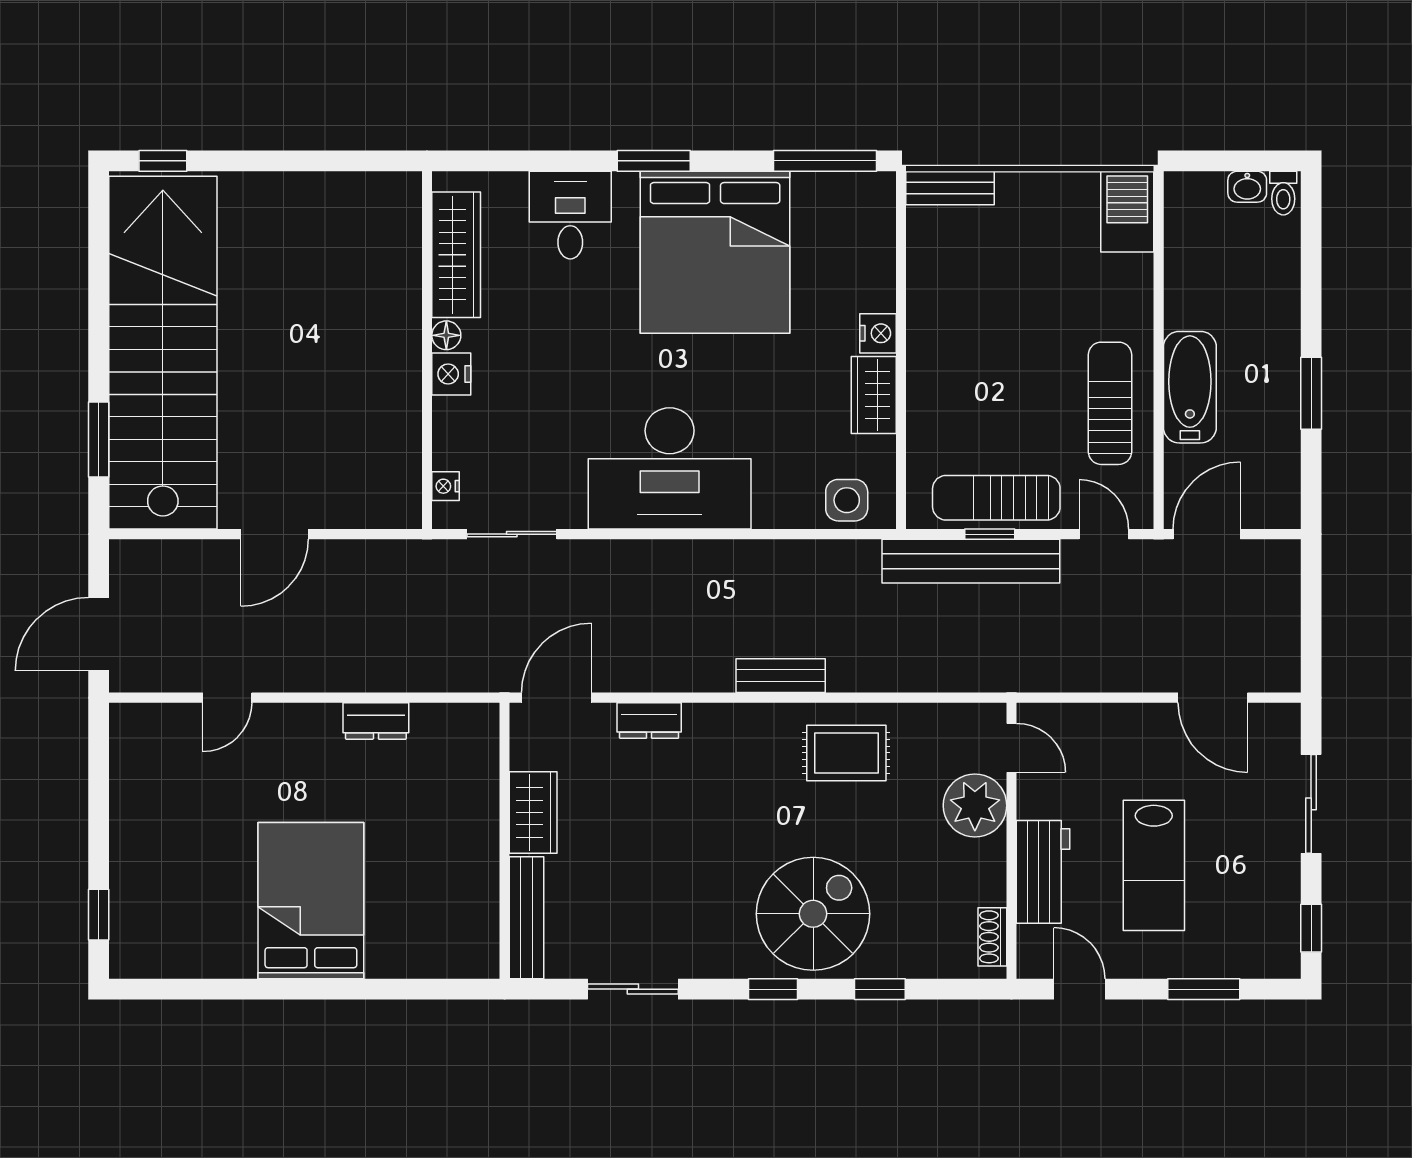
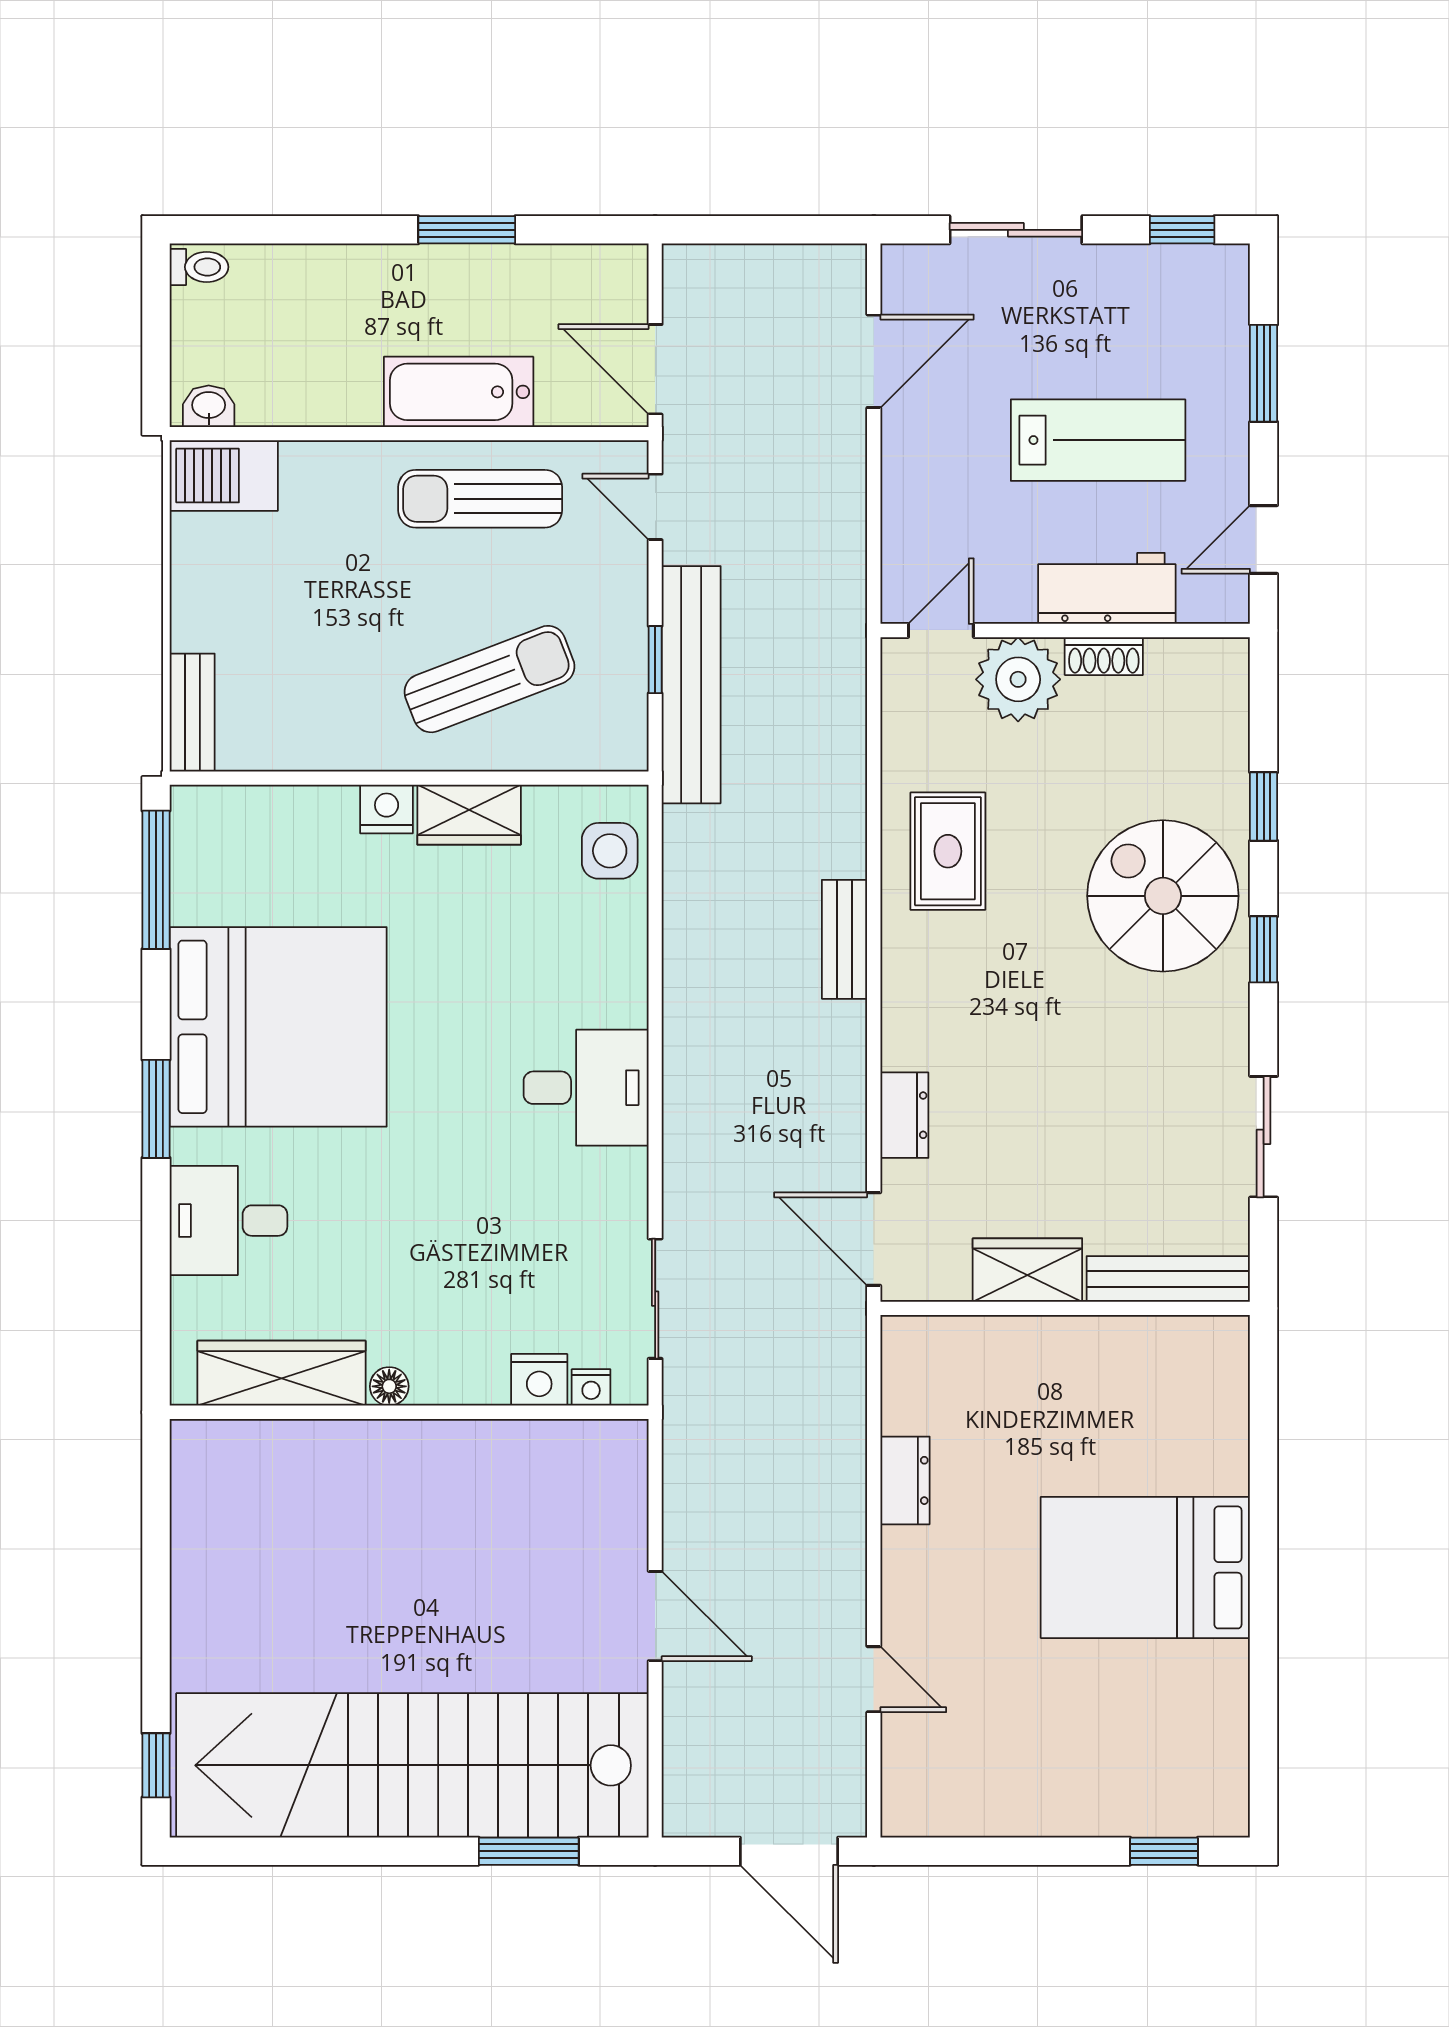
washbasin: (1247, 187) -> (209, 406), moved, turned -90
nightstand: (451, 374) -> (539, 1380), moved
desk: (670, 468) -> (586, 1088), width x0.53, depth x0.77
sun lounger: (996, 498) -> (489, 679), moved, turned -111
door: (1104, 534) -> (655, 507), hinge flipped
shoe rack: (992, 937) -> (1104, 656), moved

